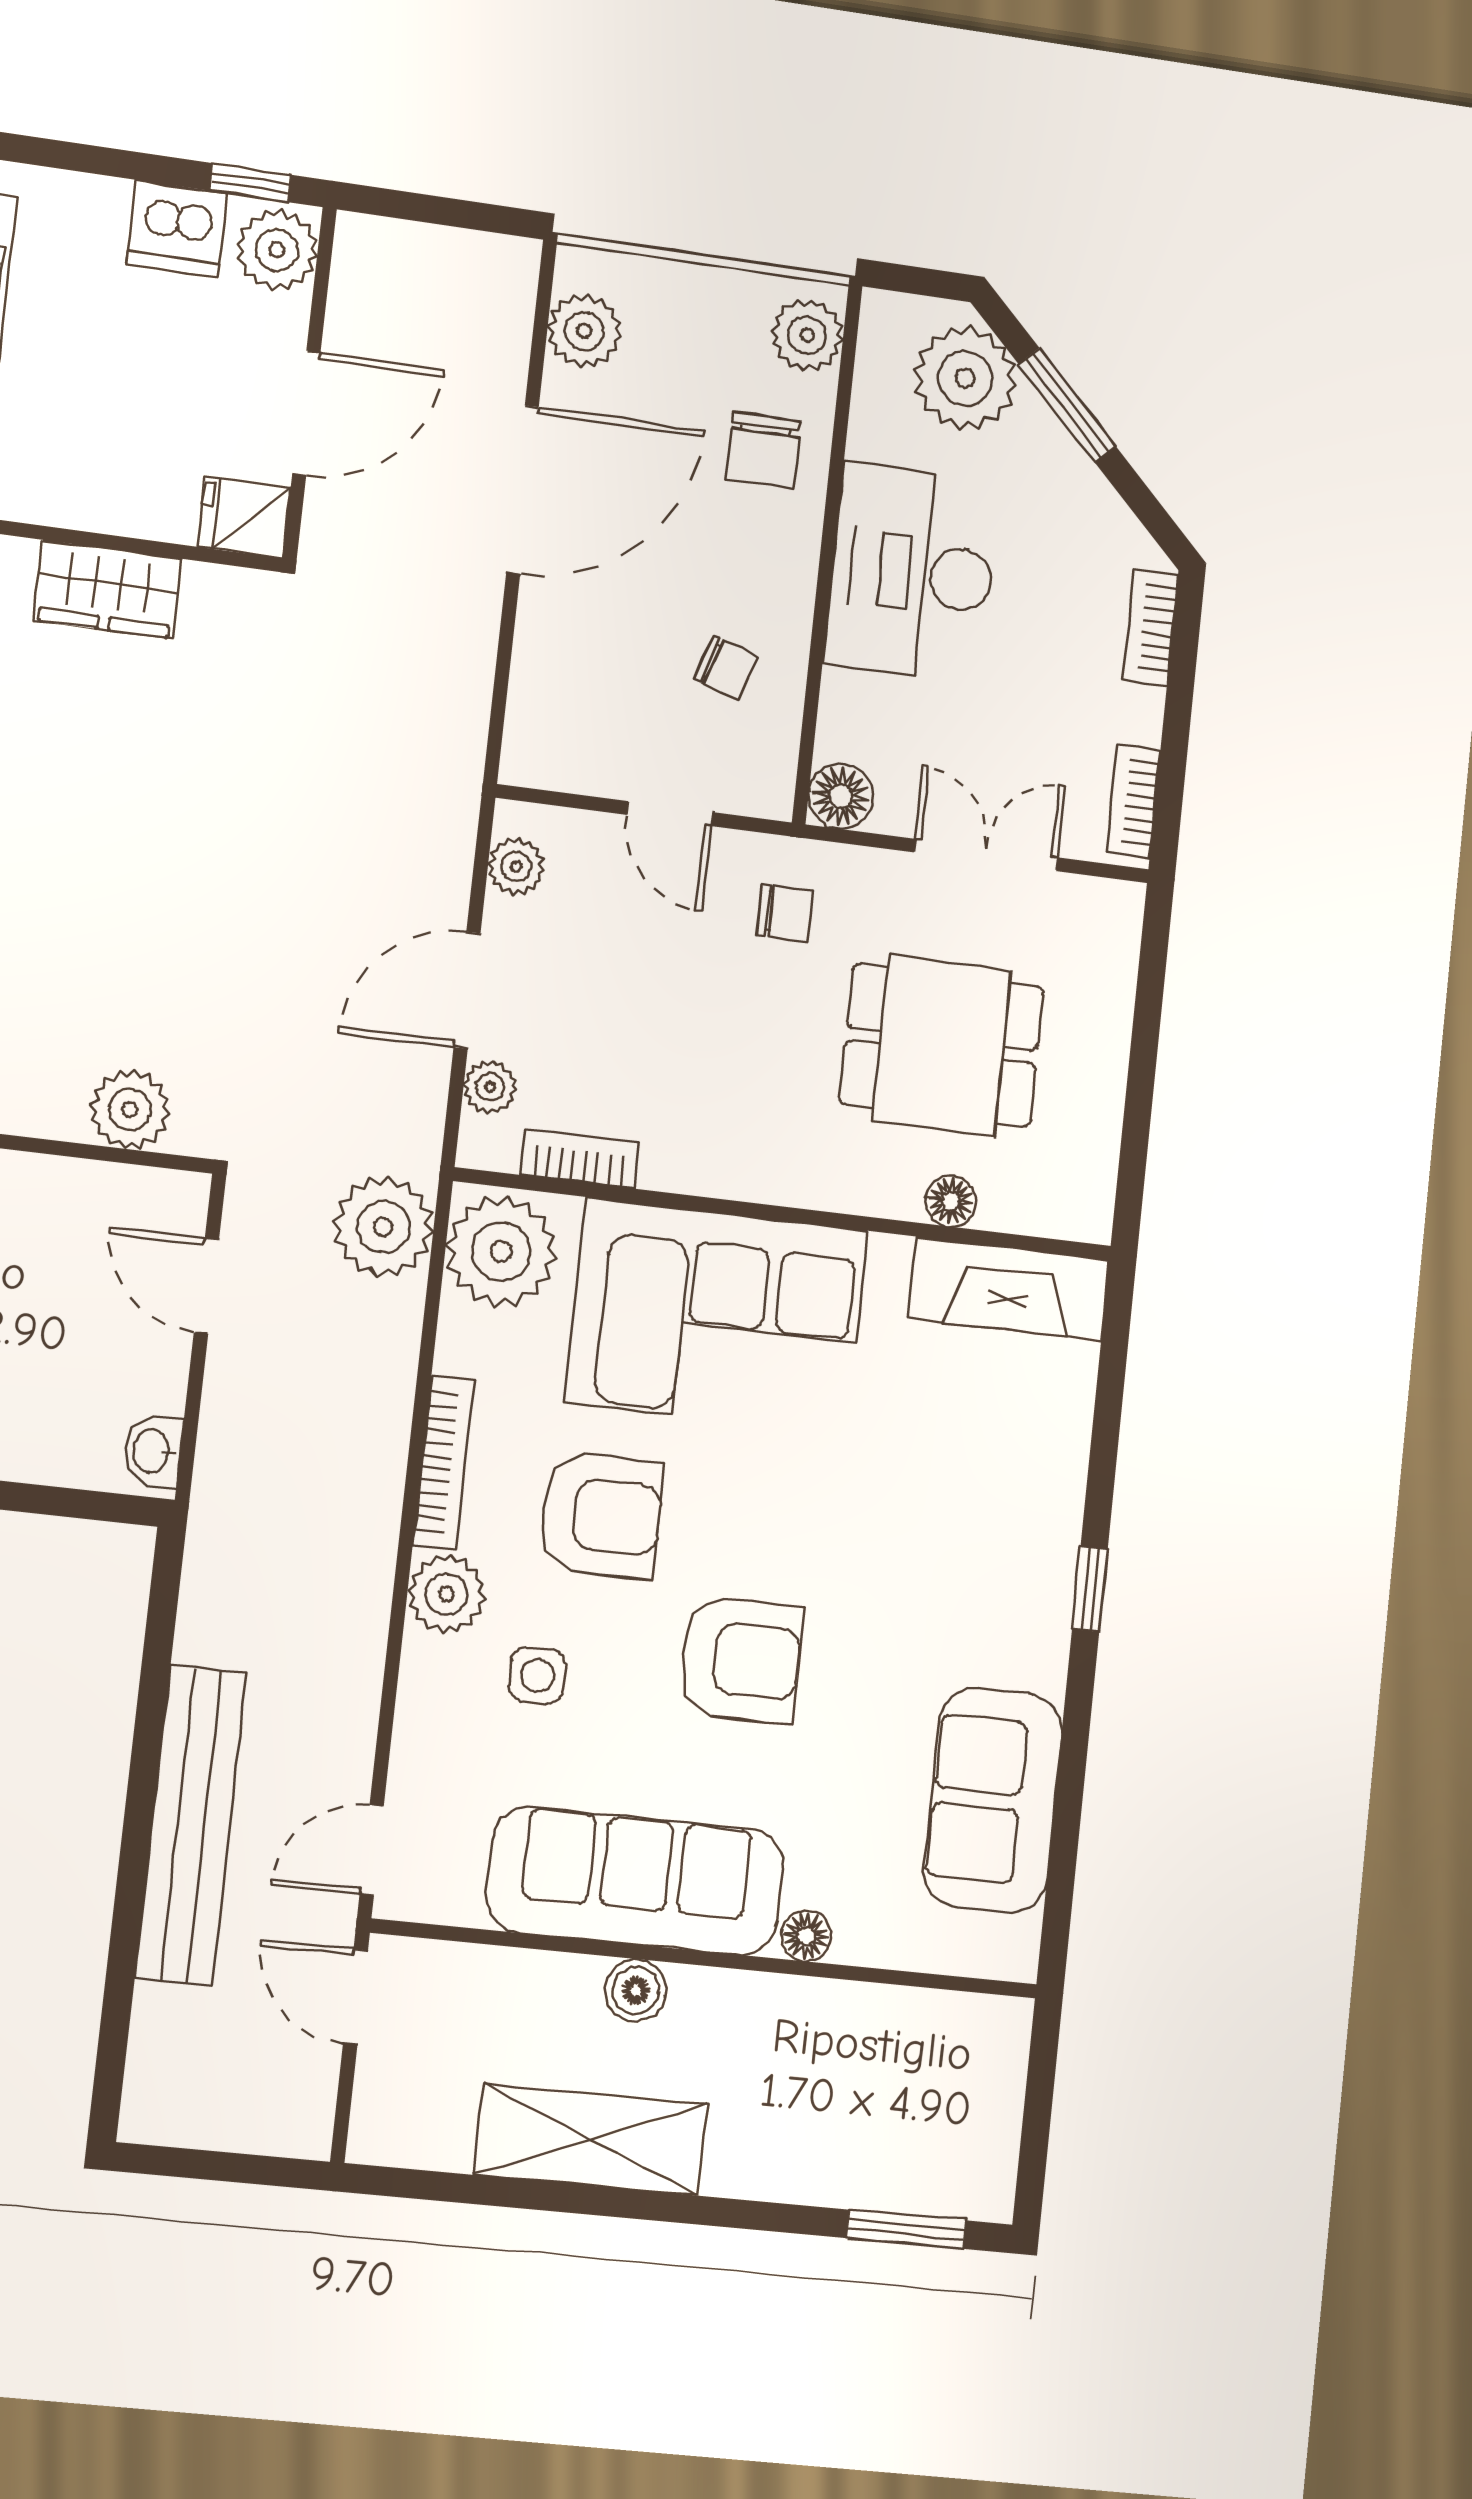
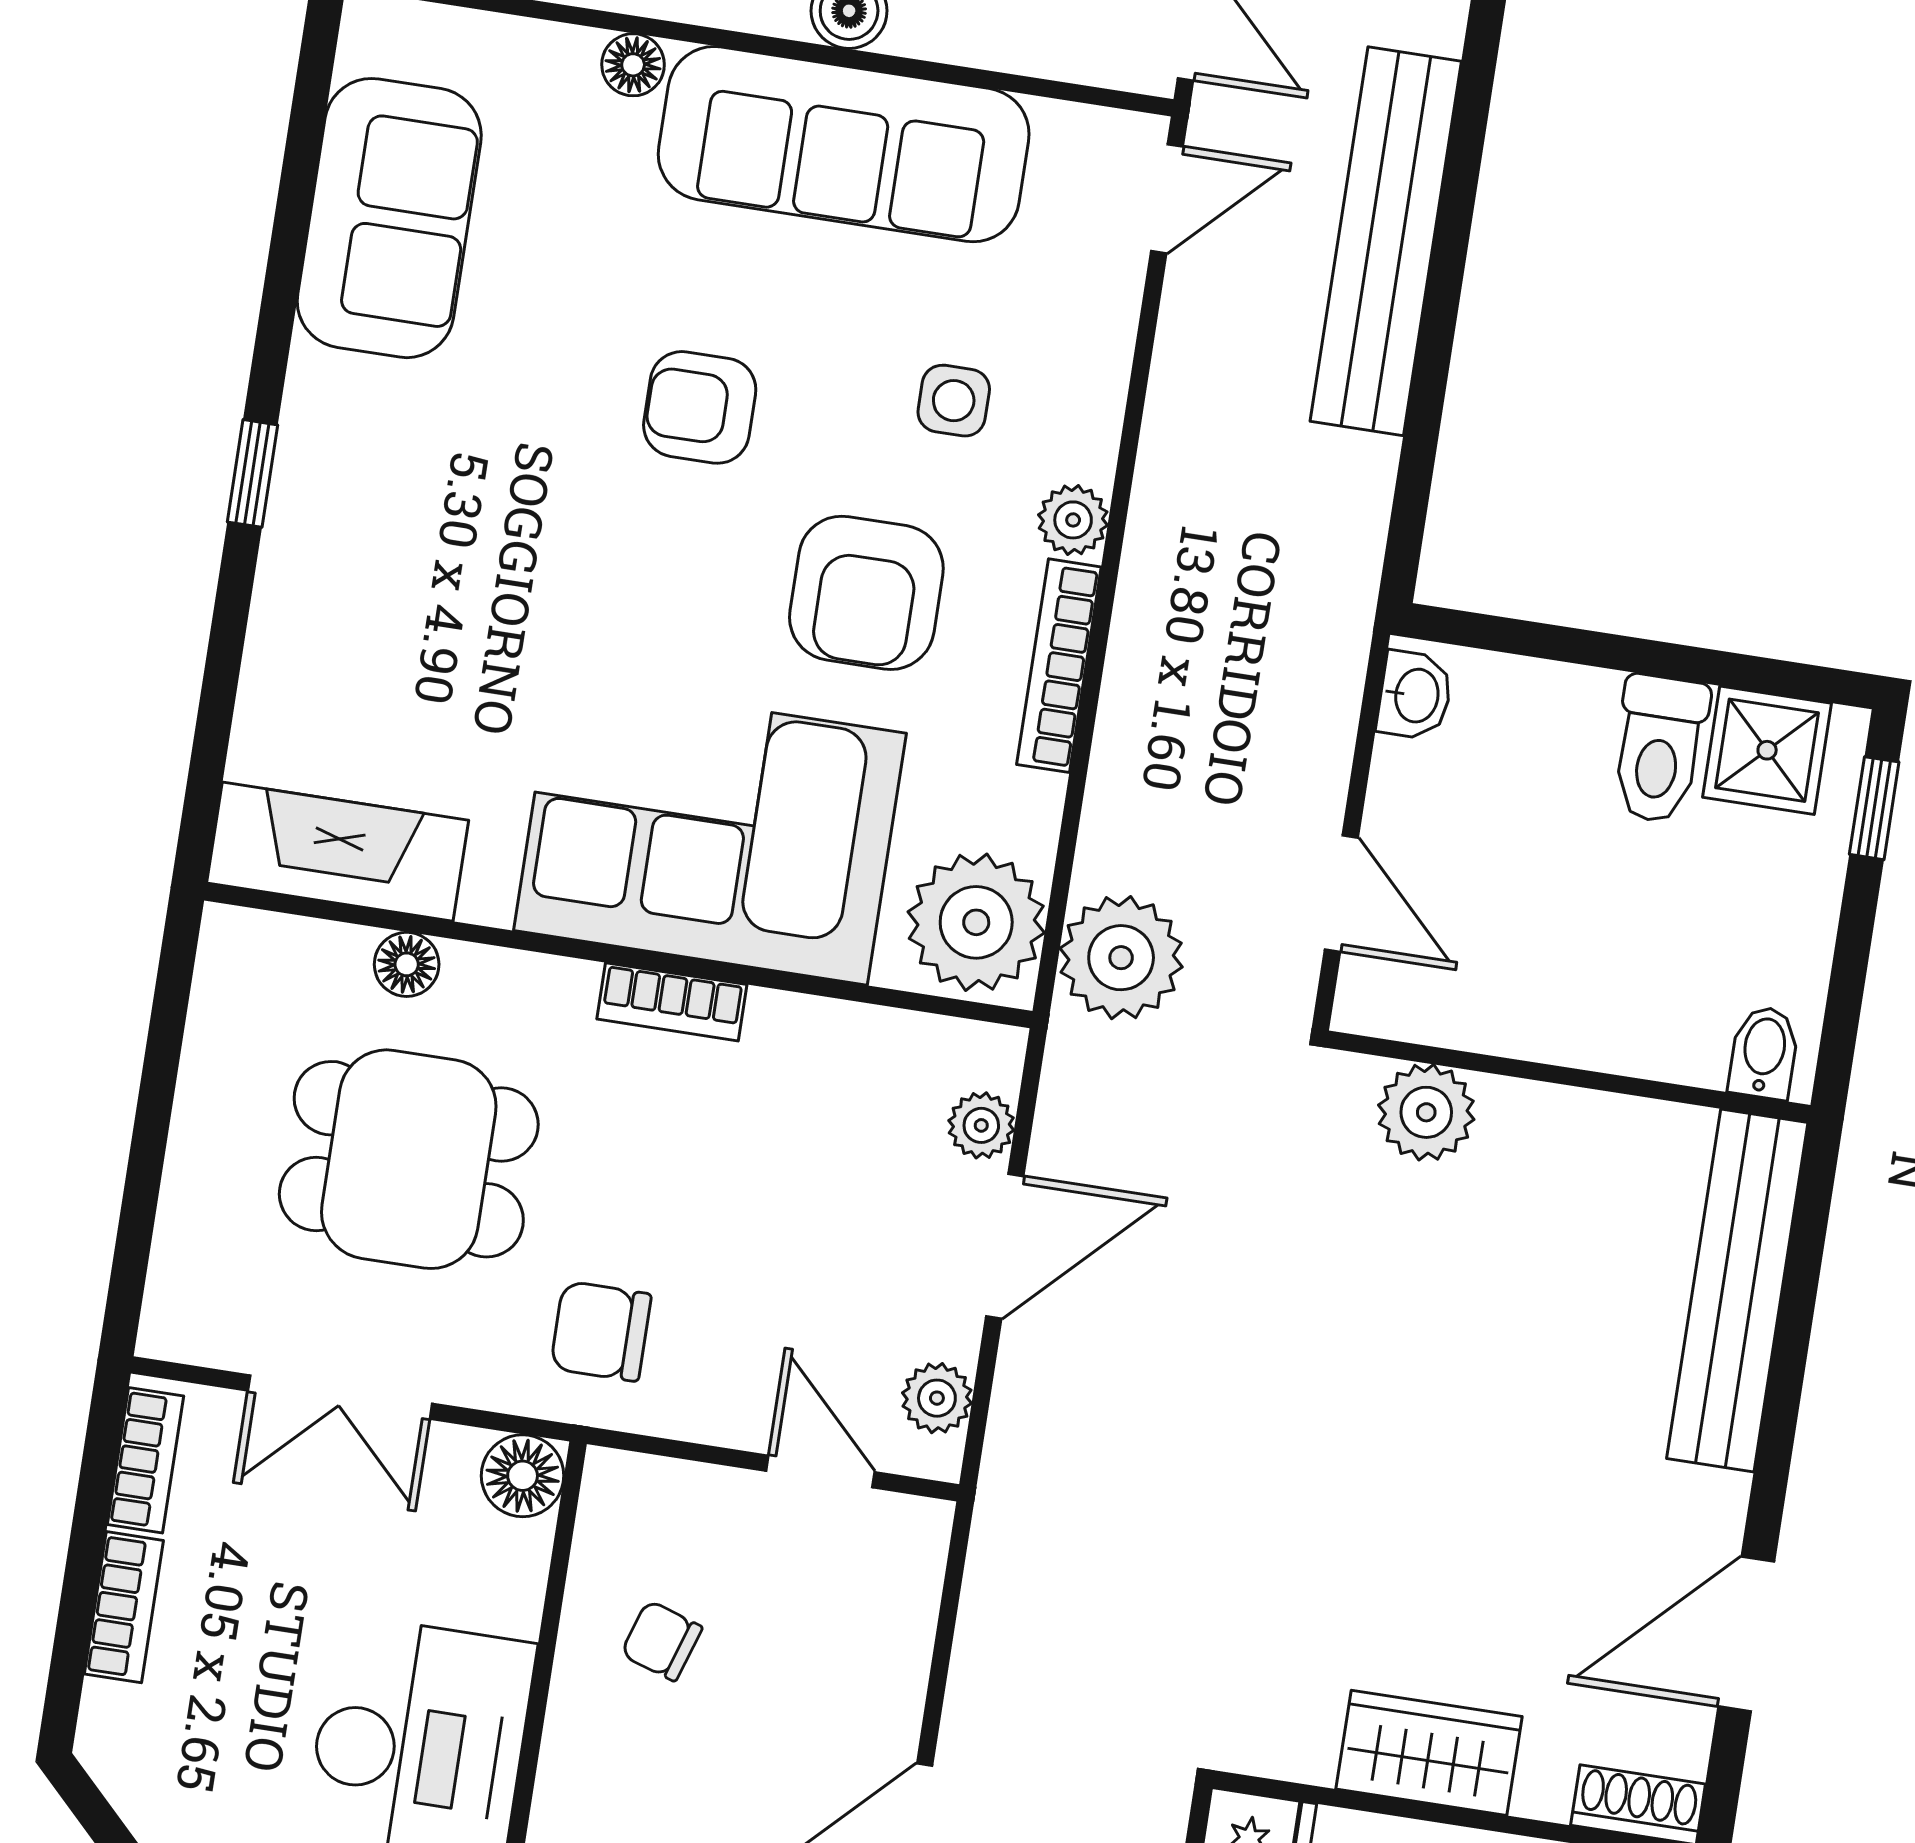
bookcase: (1151, 627) -> (124, 1607), moved
door: (670, 814) -> (820, 1471), moved
chair: (785, 913) -> (601, 1331), width x1.37, depth x1.37
bookcase: (580, 1159) -> (672, 1002), moved
armchair: (601, 1515) -> (866, 593), turned -90
plant: (446, 1594) -> (1073, 520), width x0.73, depth x0.73
armchair: (741, 1660) -> (700, 407), width x0.72, depth x0.72

